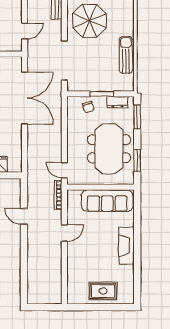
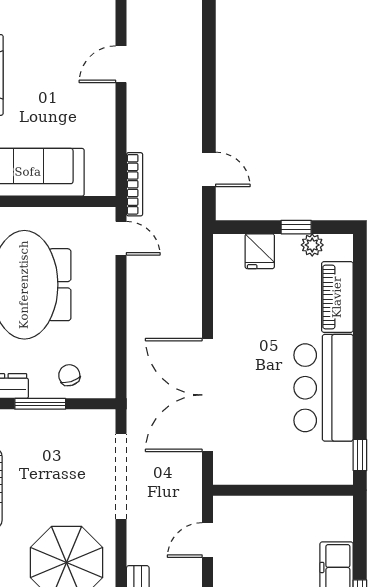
door: (24, 216) -> (209, 169), moved
door: (64, 233) -> (121, 64), moved

